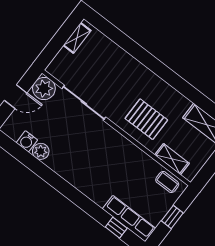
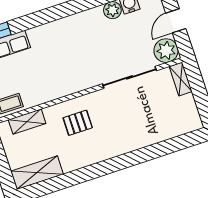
shelving: (77, 38) -> (181, 79), moved
pallet: (146, 119) -> (78, 123), width x0.67, depth x0.71

